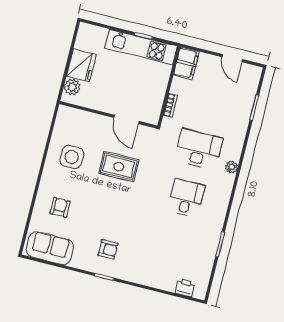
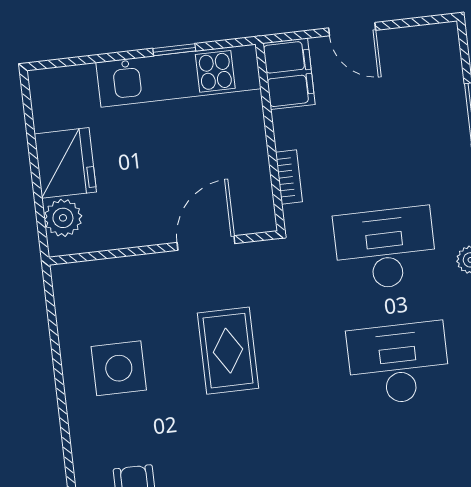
door: (232, 58) -> (352, 29), moved
door: (126, 119) -> (206, 243), swing flipped
rug: (119, 167) -> (228, 351), turned 90
desk: (186, 198) -> (398, 363), width x1.37

